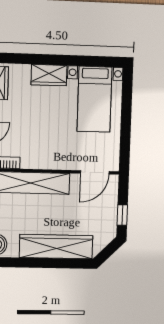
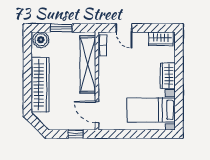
window: (122, 215) -> (76, 134), moved

